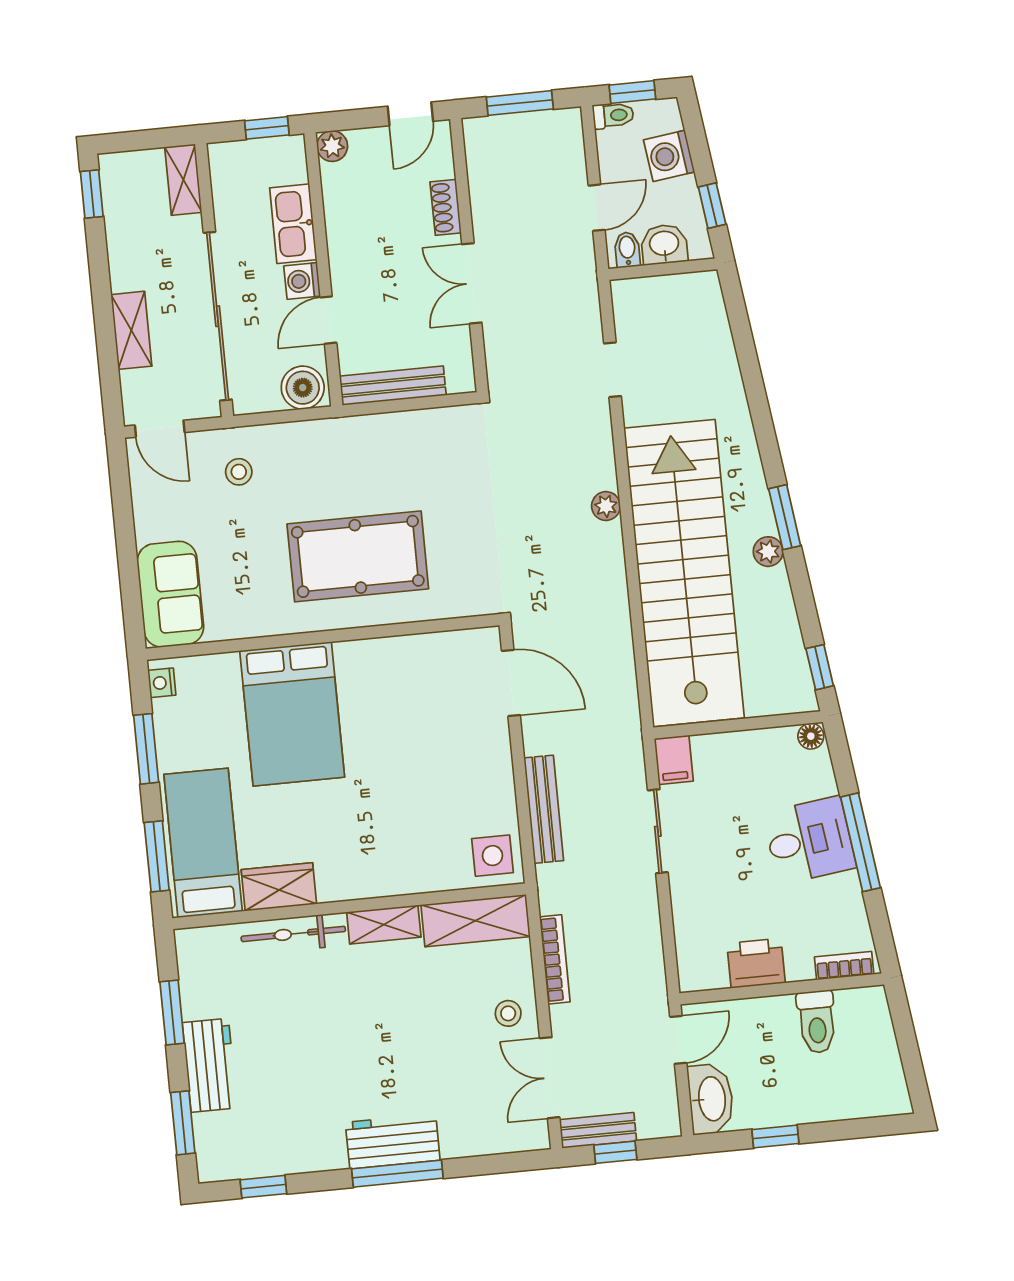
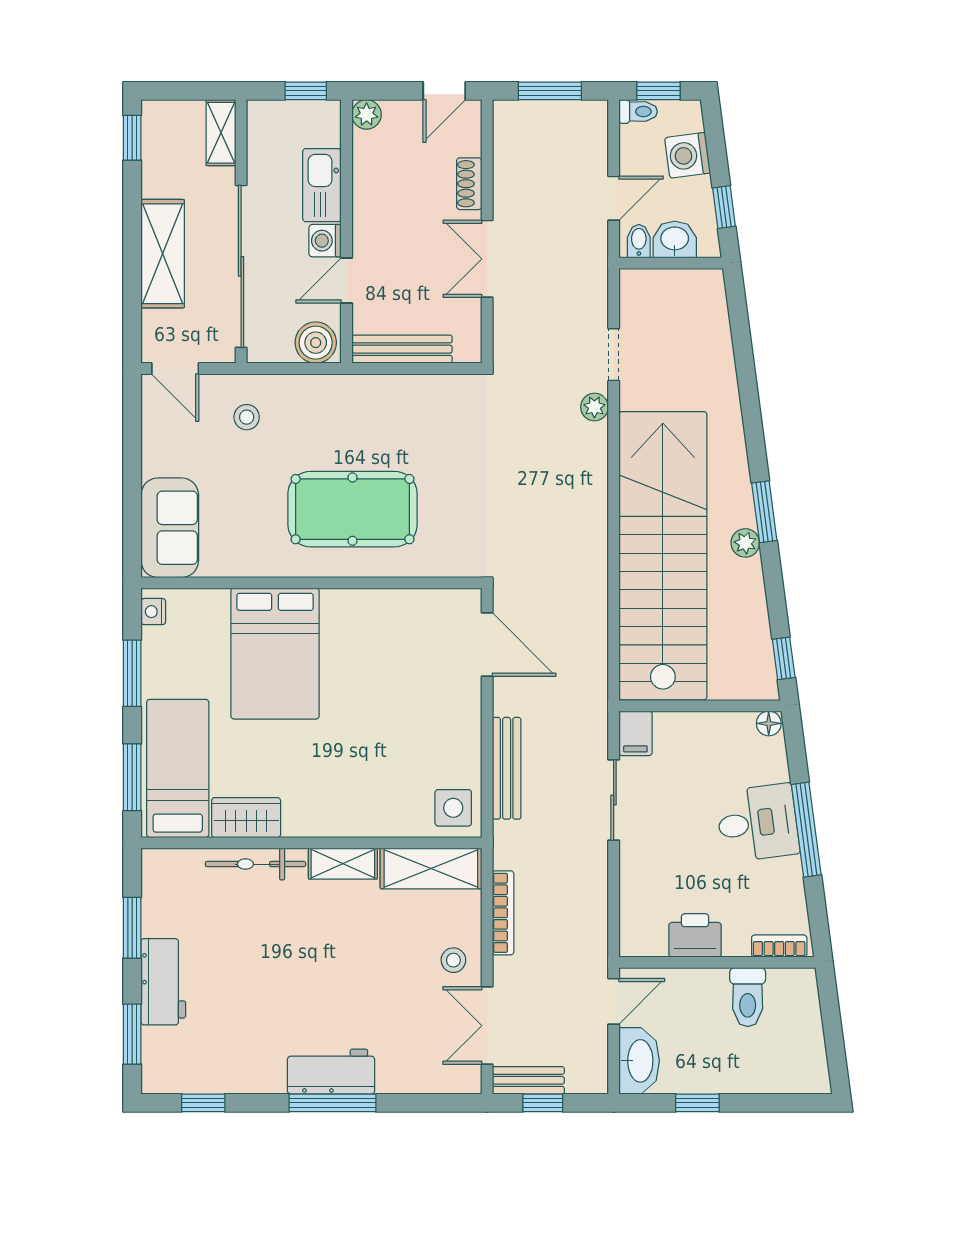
shelving: (131, 330) -> (163, 254), width x1.50, depth x1.33
plant: (606, 506) -> (594, 407), moved

